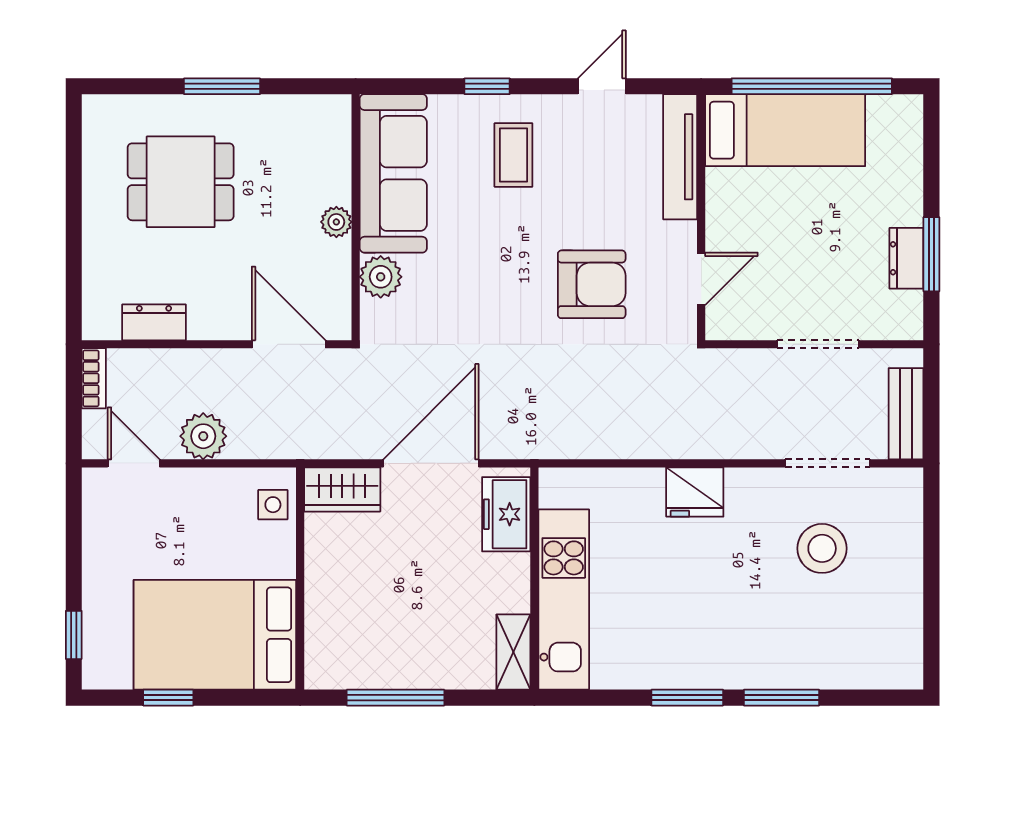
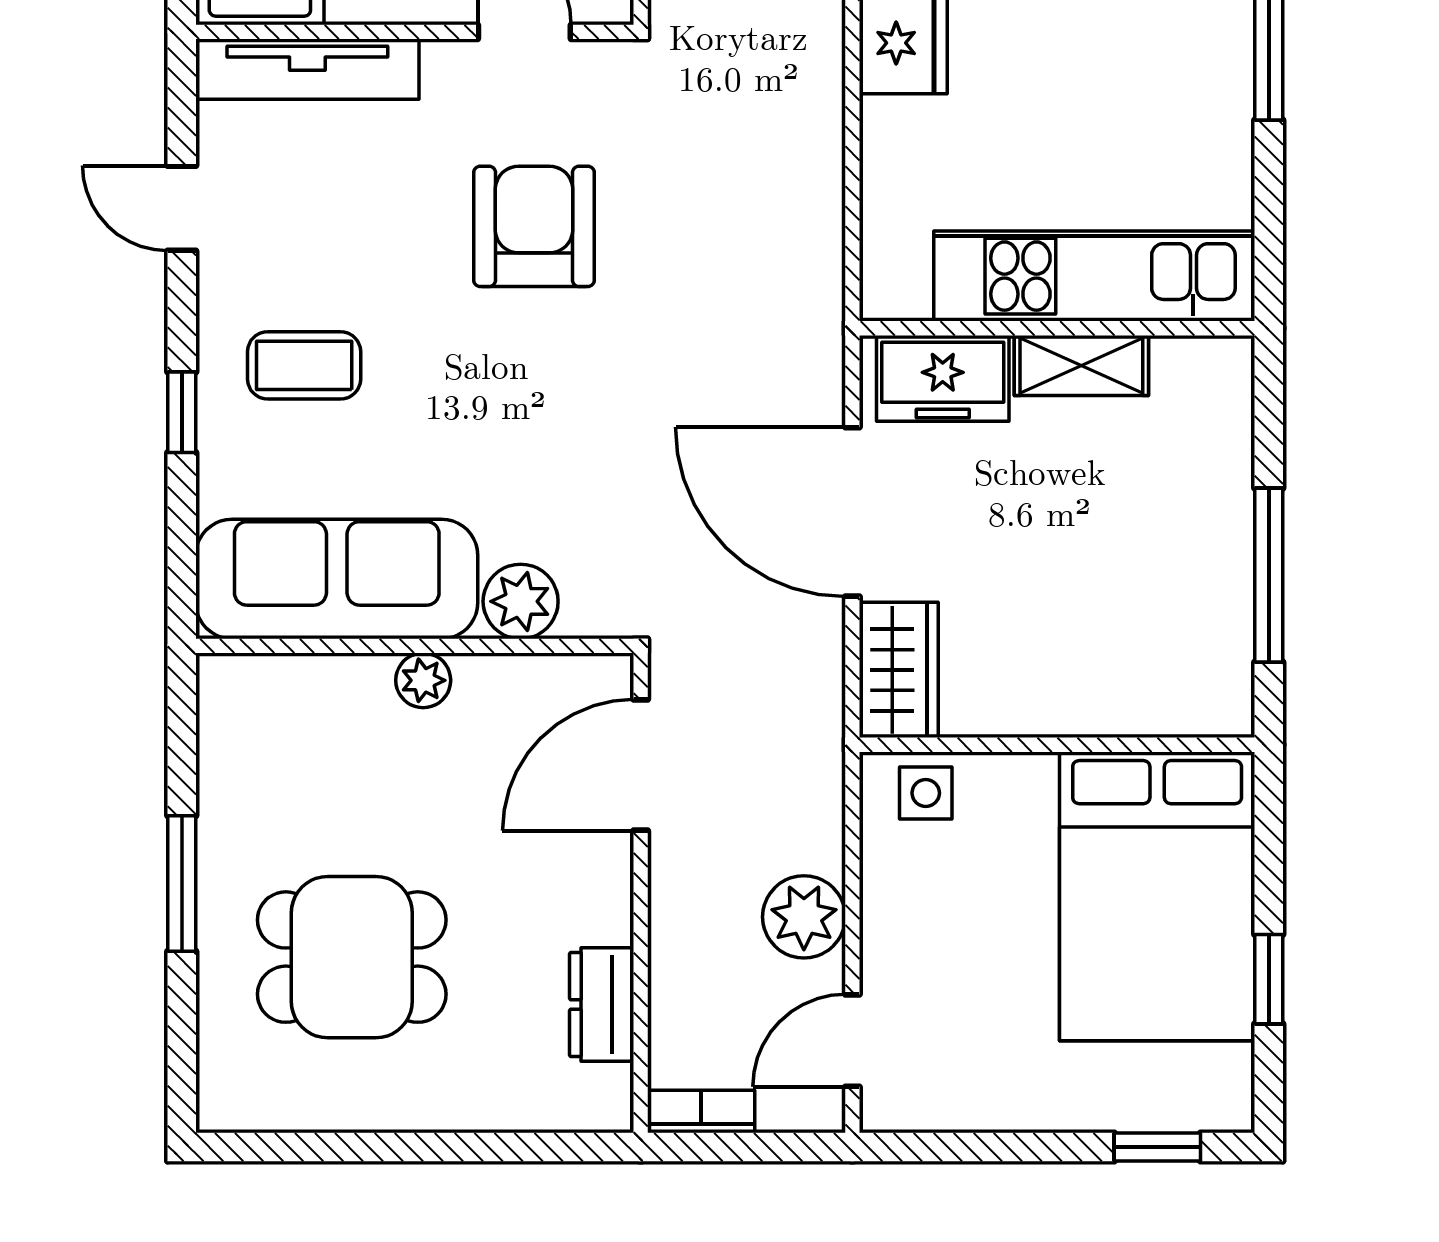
dining table: (181, 182) -> (352, 957), turned 90
shelving: (513, 652) -> (1081, 365), moved

